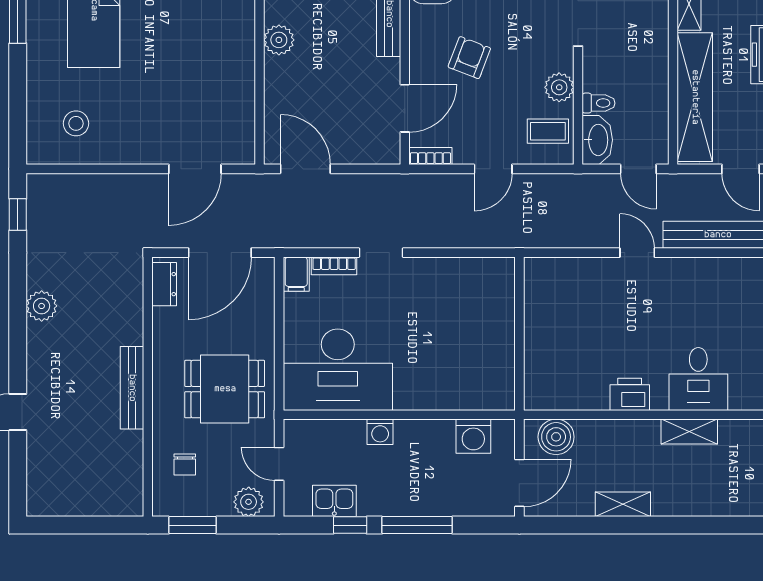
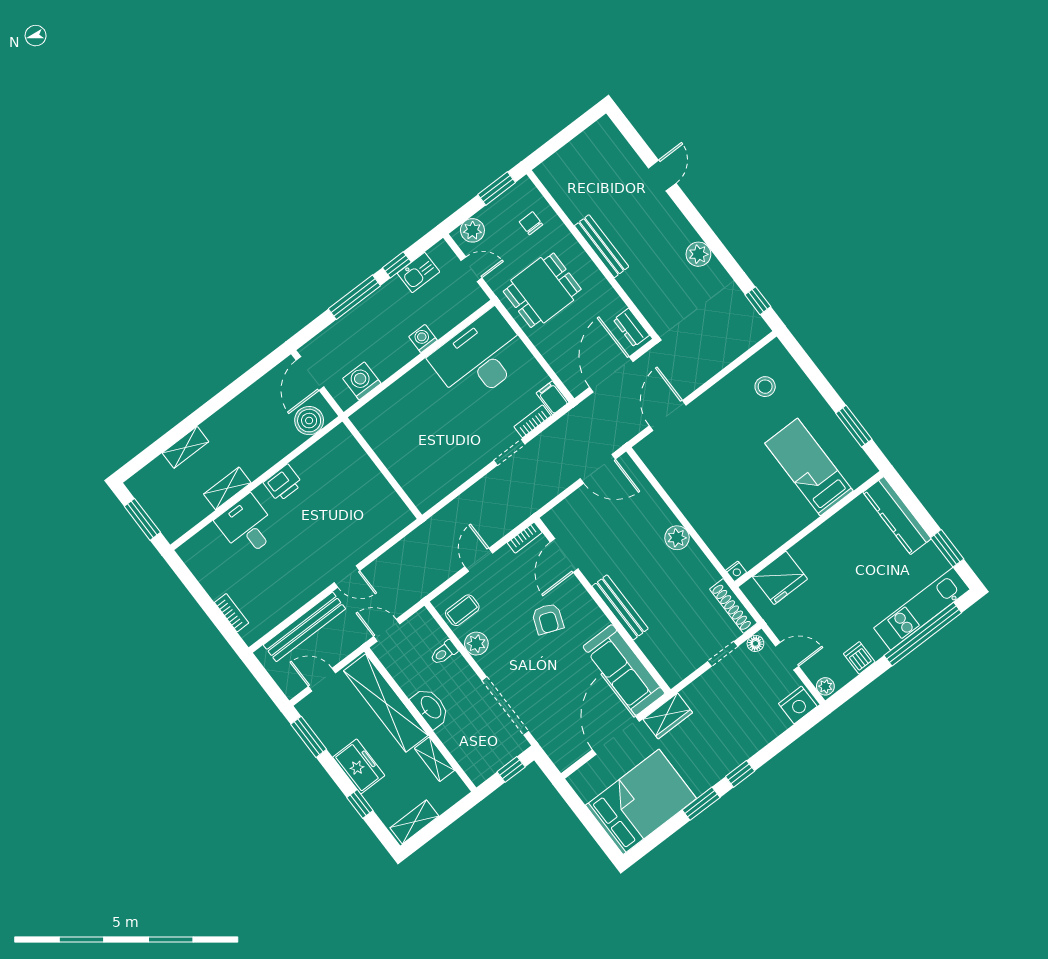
washbasin: (597, 140) -> (430, 708), moved, turned 180
shelving: (623, 504) -> (185, 447), moved

